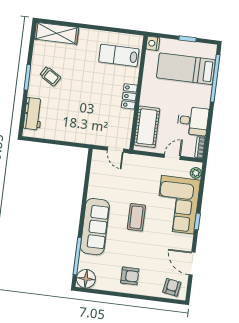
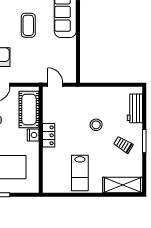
nightstand: (153, 43) -> (33, 135), moved
lab bench: (119, 55) -> (80, 173), moved, turned 90
stool: (77, 101) -> (96, 125), added

